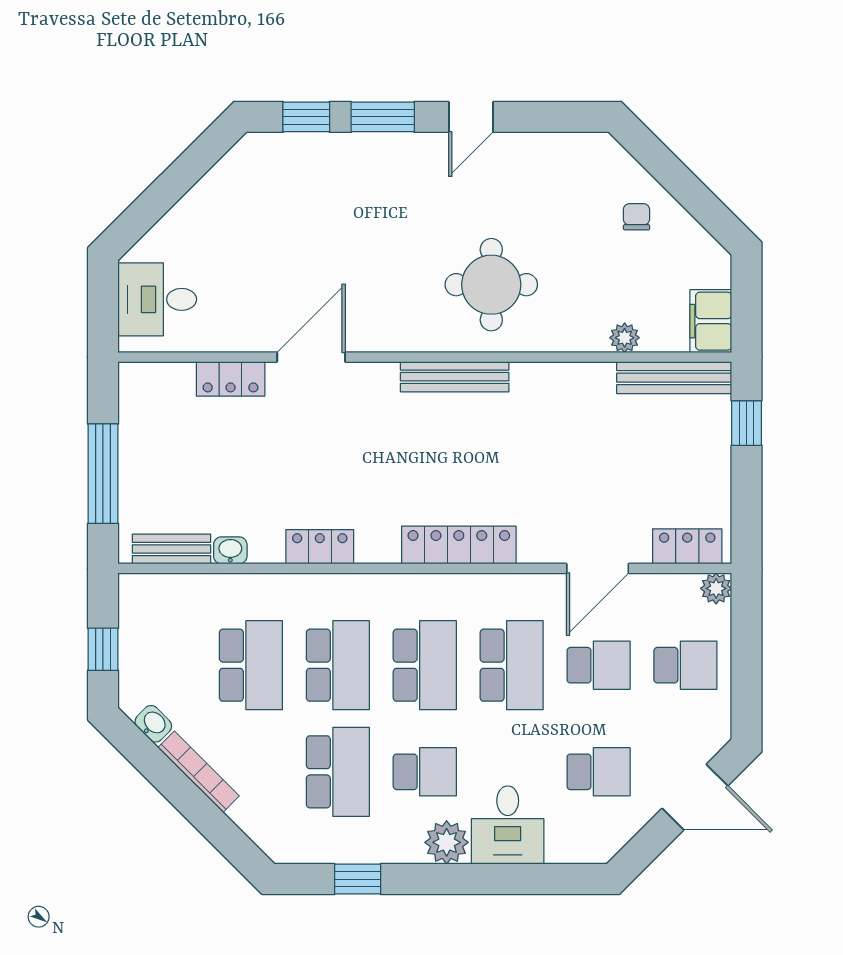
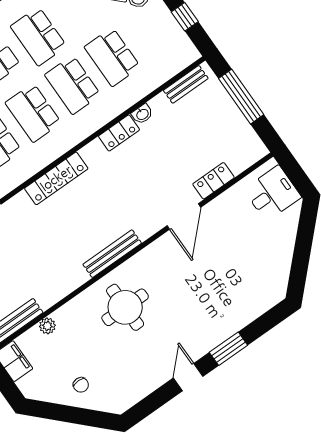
window: (306, 117) -> (263, 324), removed
washbasin: (230, 550) -> (142, 114), moved

